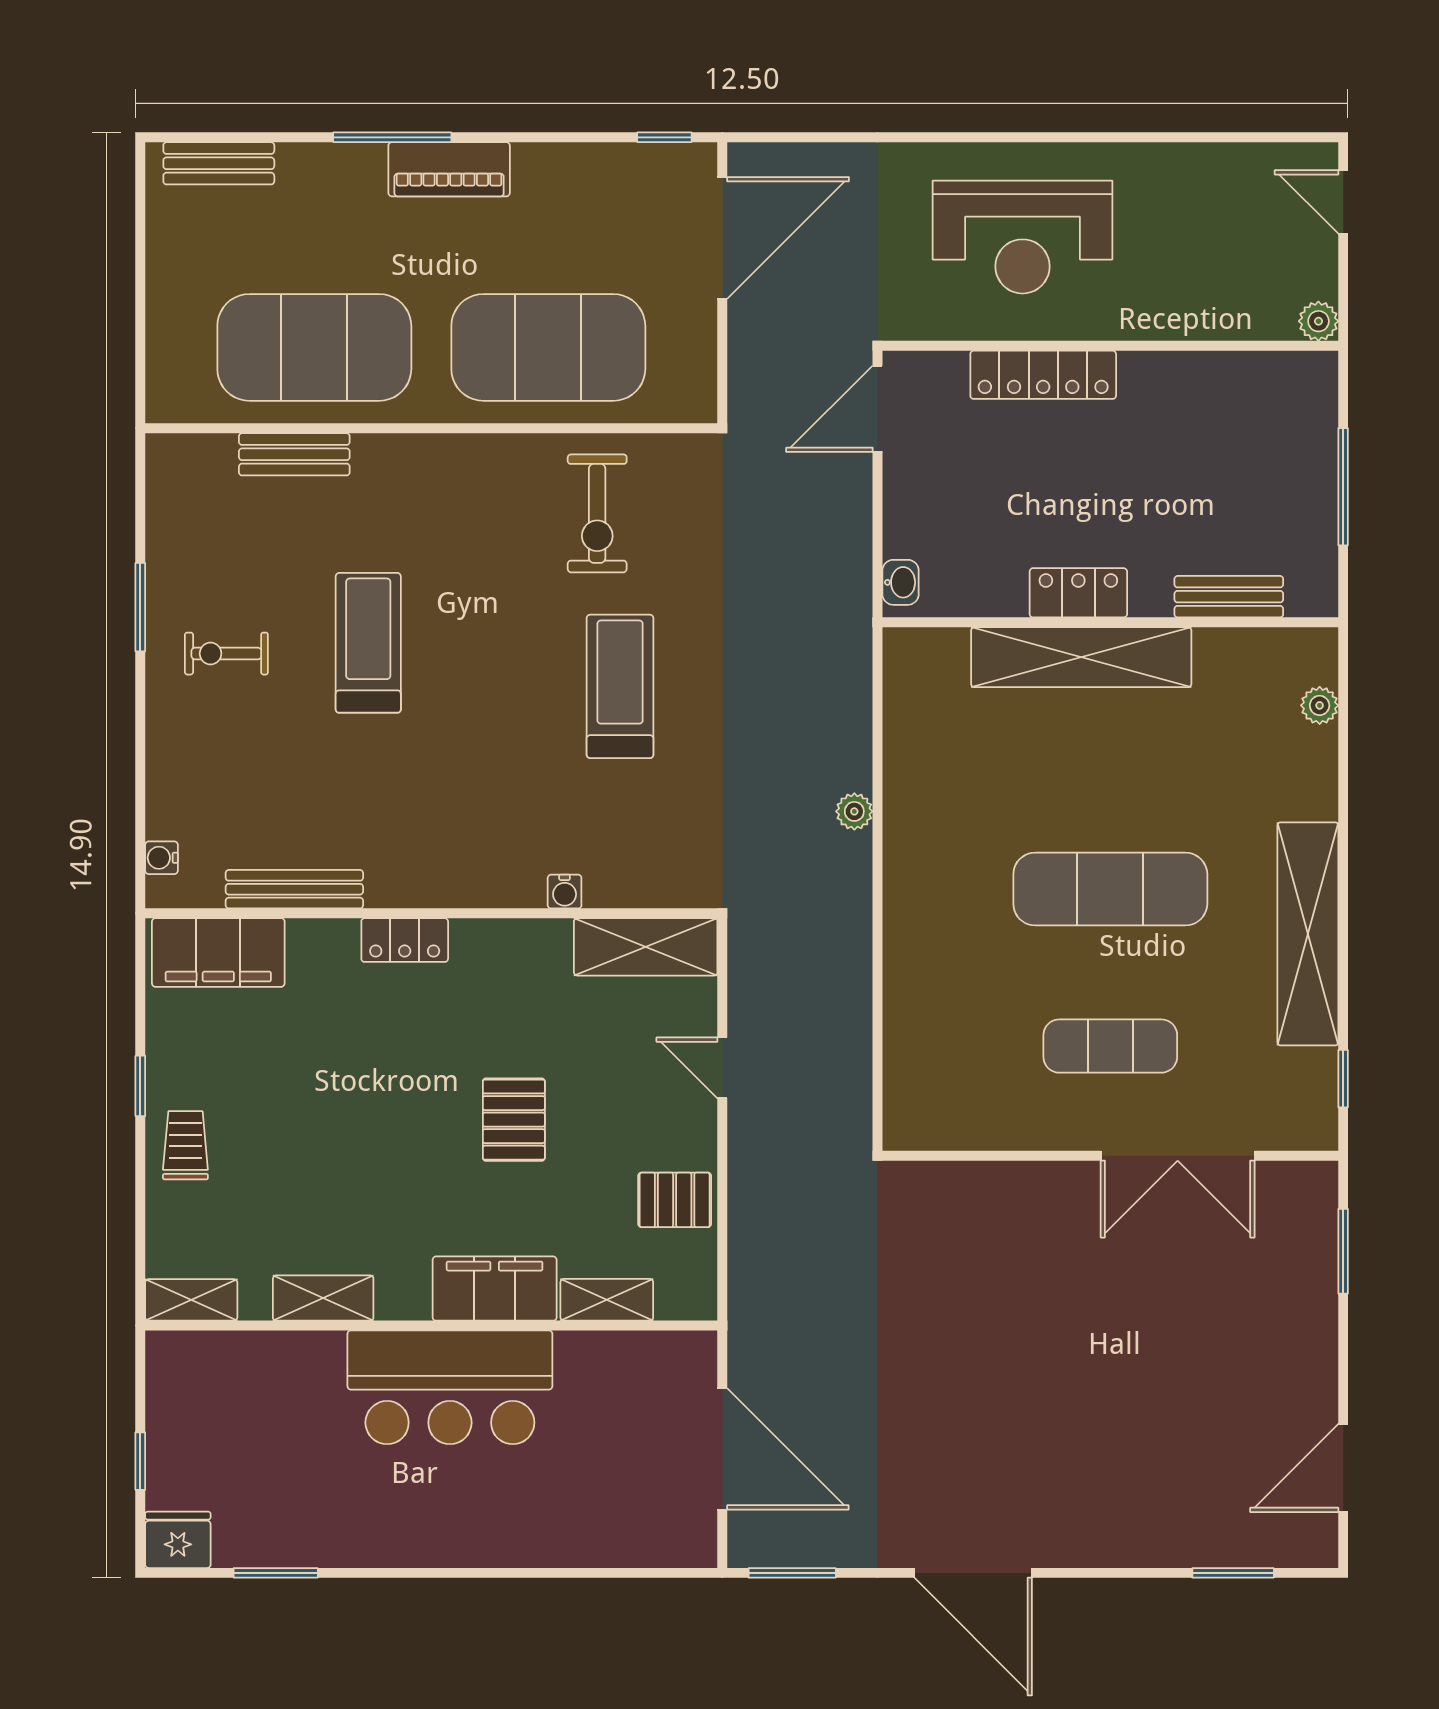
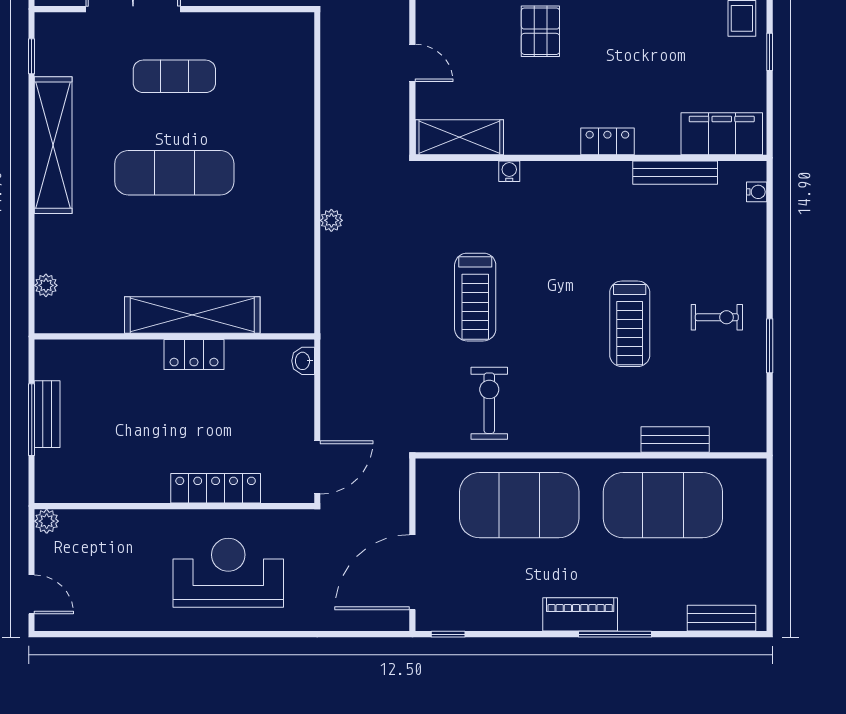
bench: (1229, 597) -> (47, 414), moved, turned 90

